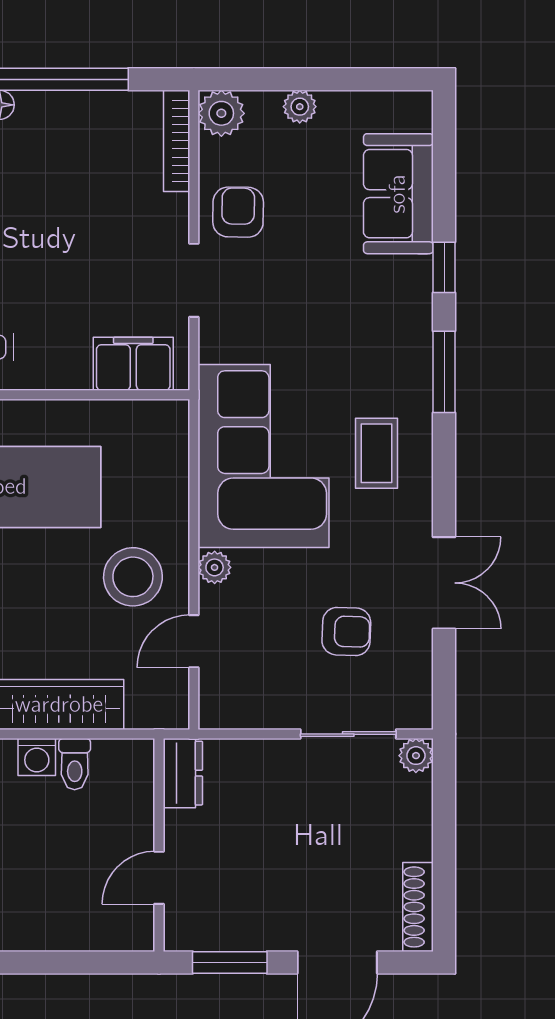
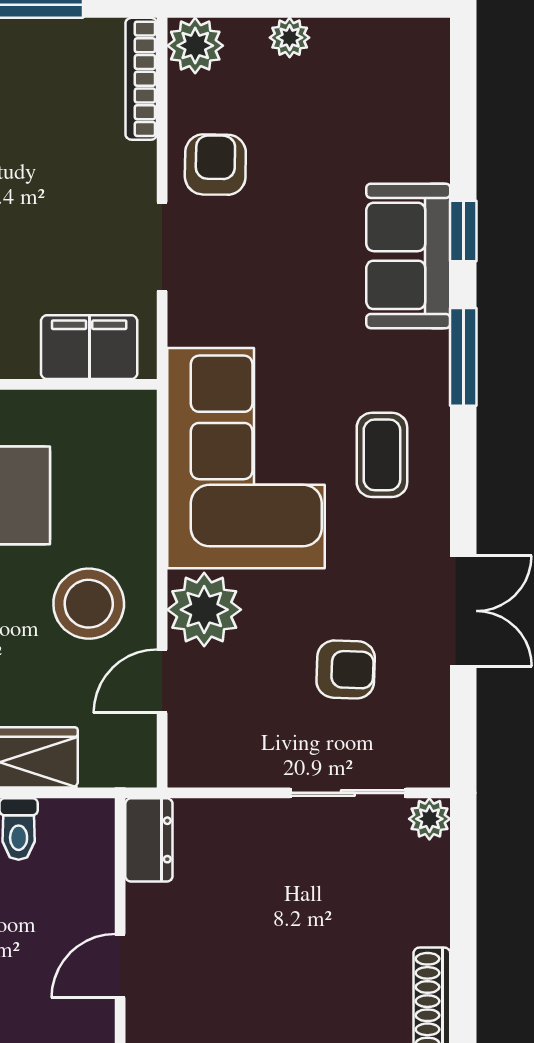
sofa: (398, 194) -> (408, 256), moved
plant: (215, 567) -> (204, 610), width x1.88, depth x1.88

